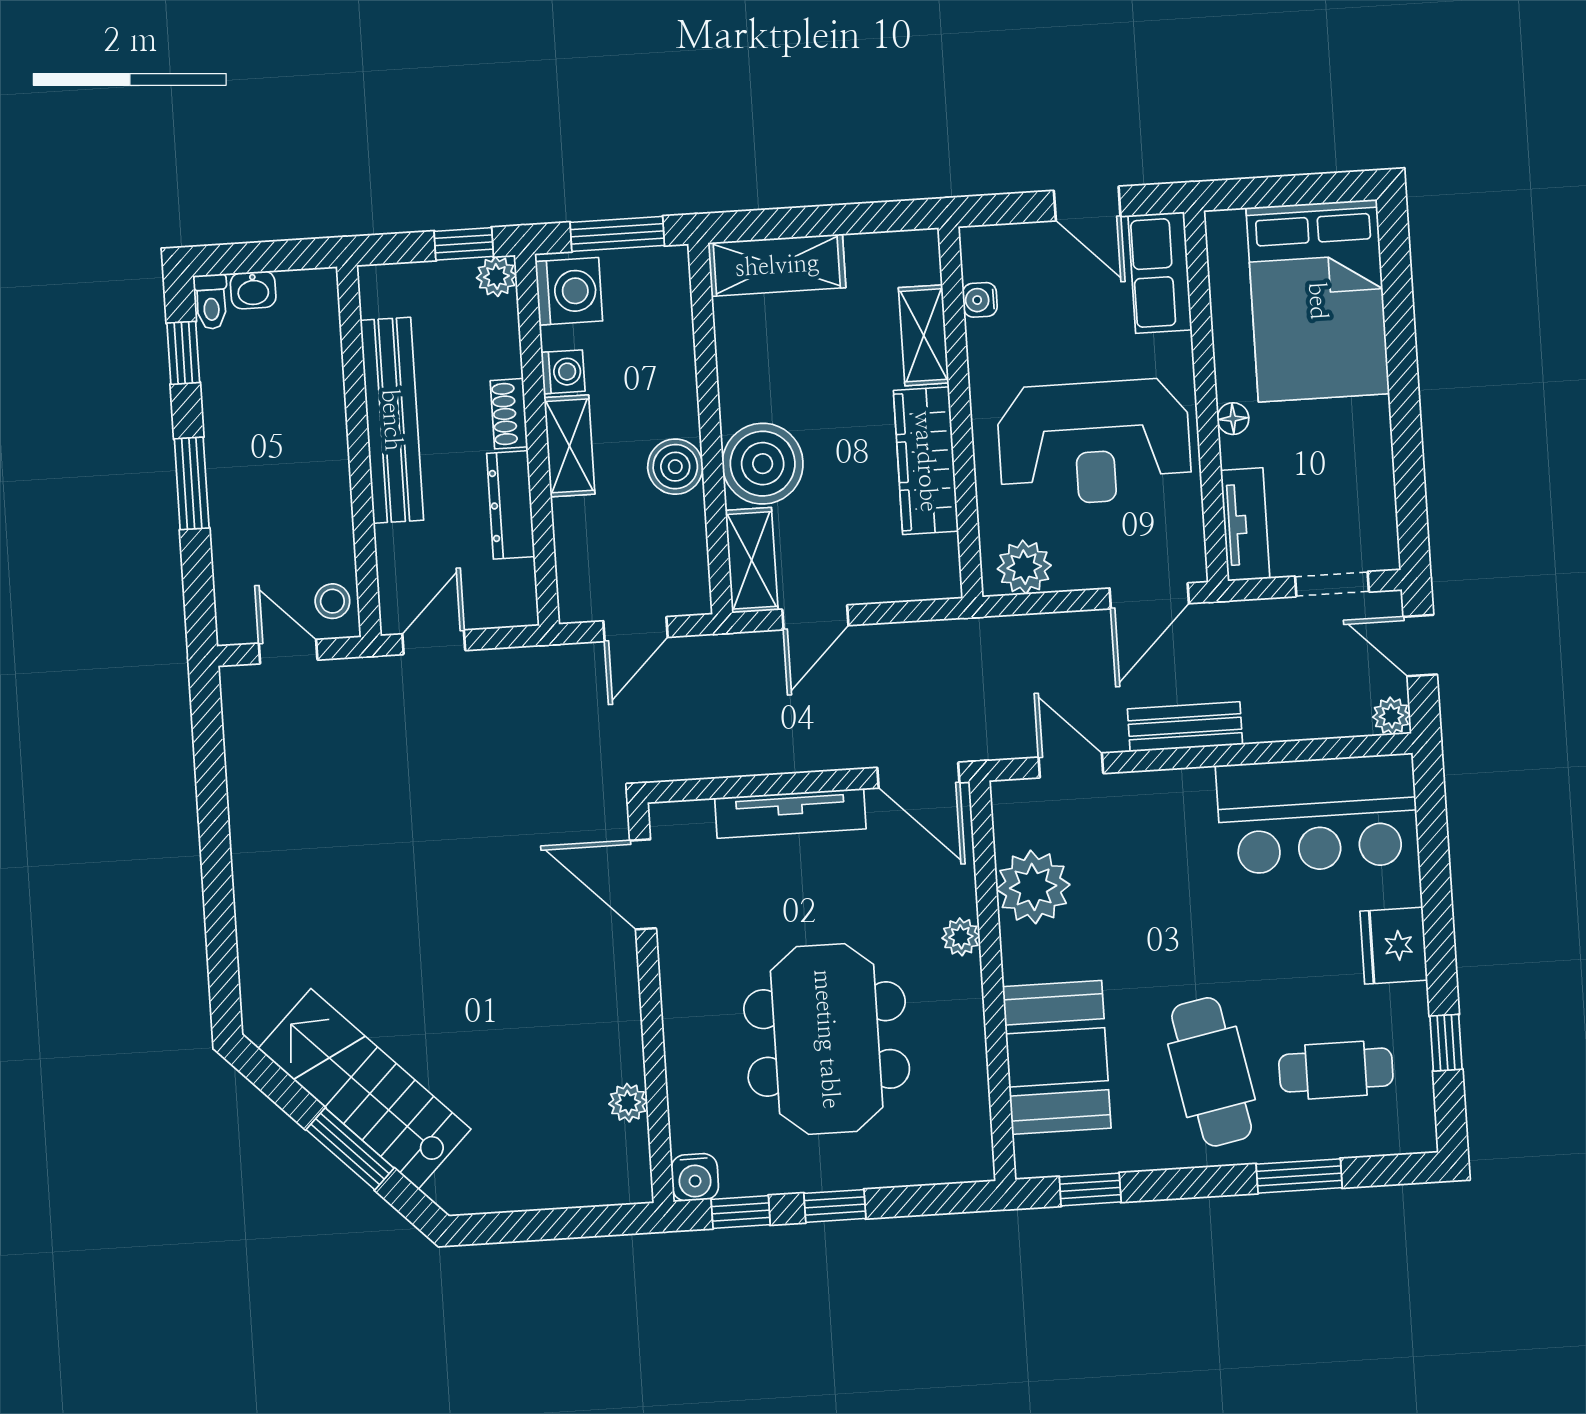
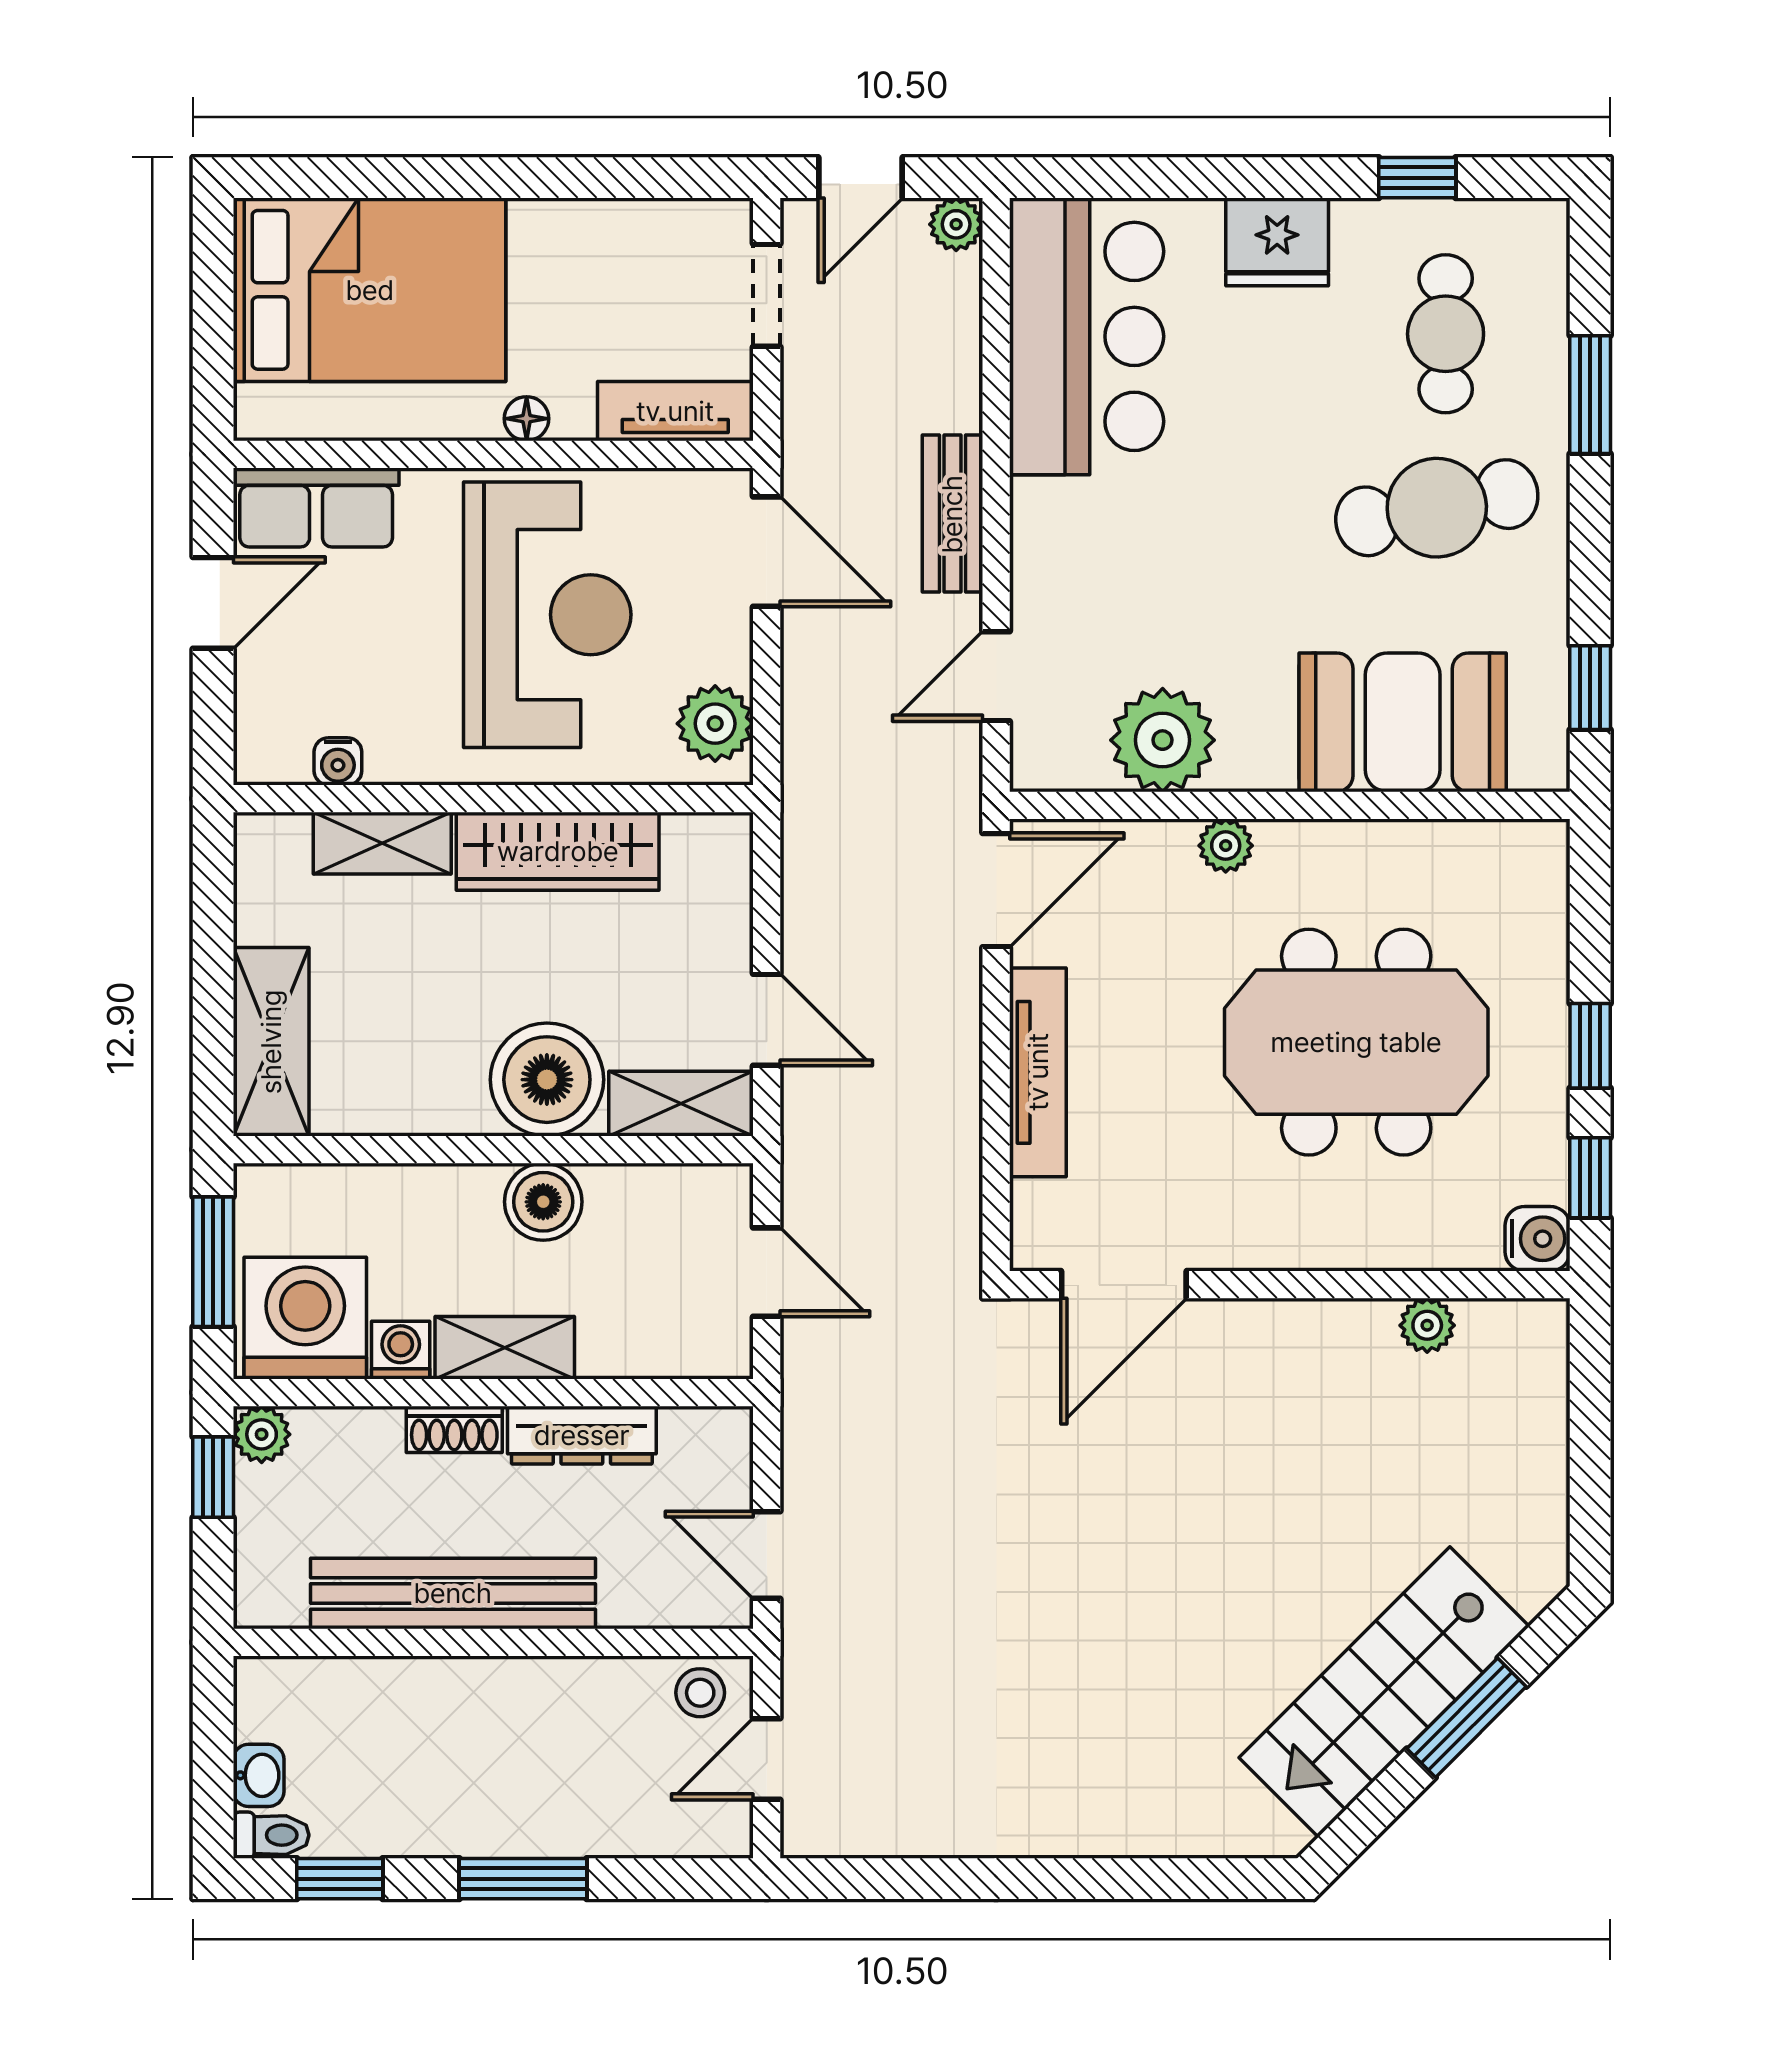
washing machine: (569, 291) -> (305, 1318), width x1.37, depth x1.37

